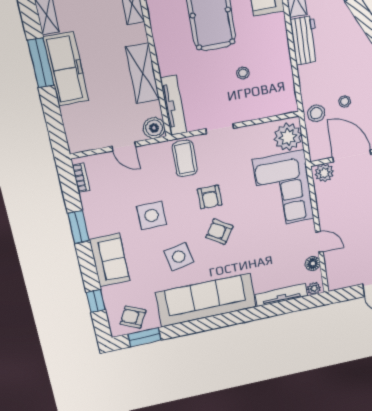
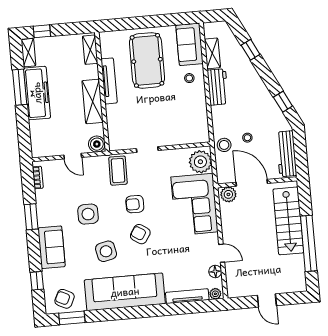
stool: (243, 73) -> (189, 78), moved
tv unit: (173, 105) -> (109, 81), moved
armchair: (210, 197) -> (135, 204), turned 90

